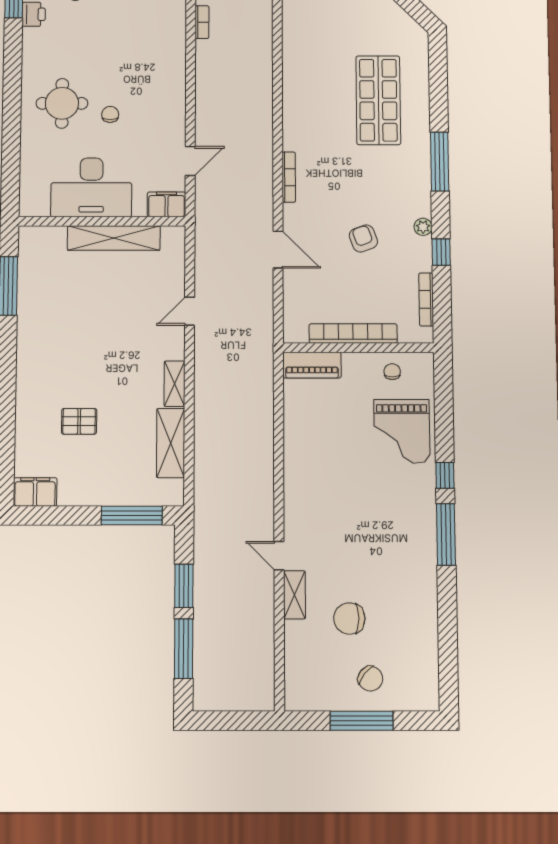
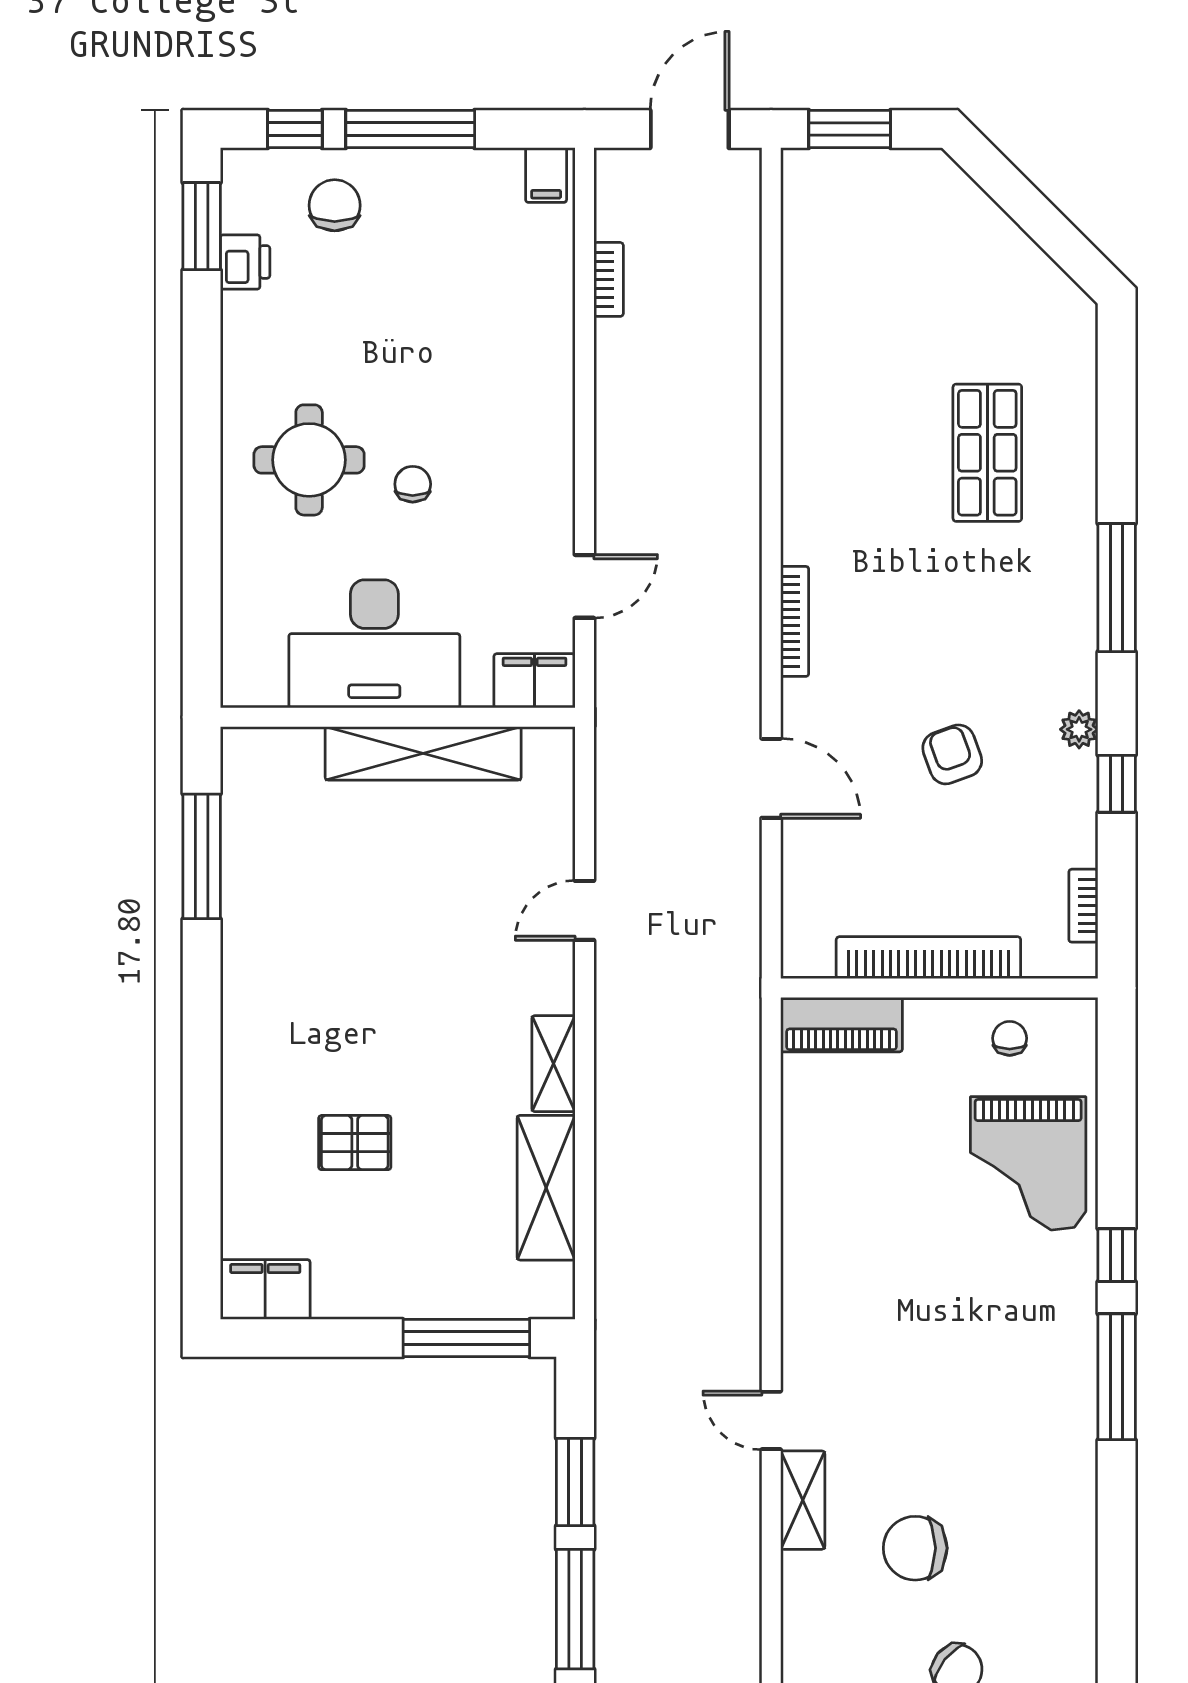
shop shelf: (378, 100) -> (987, 453), width x0.70, depth x0.74
bookcase: (426, 299) -> (1083, 906), width x0.64

